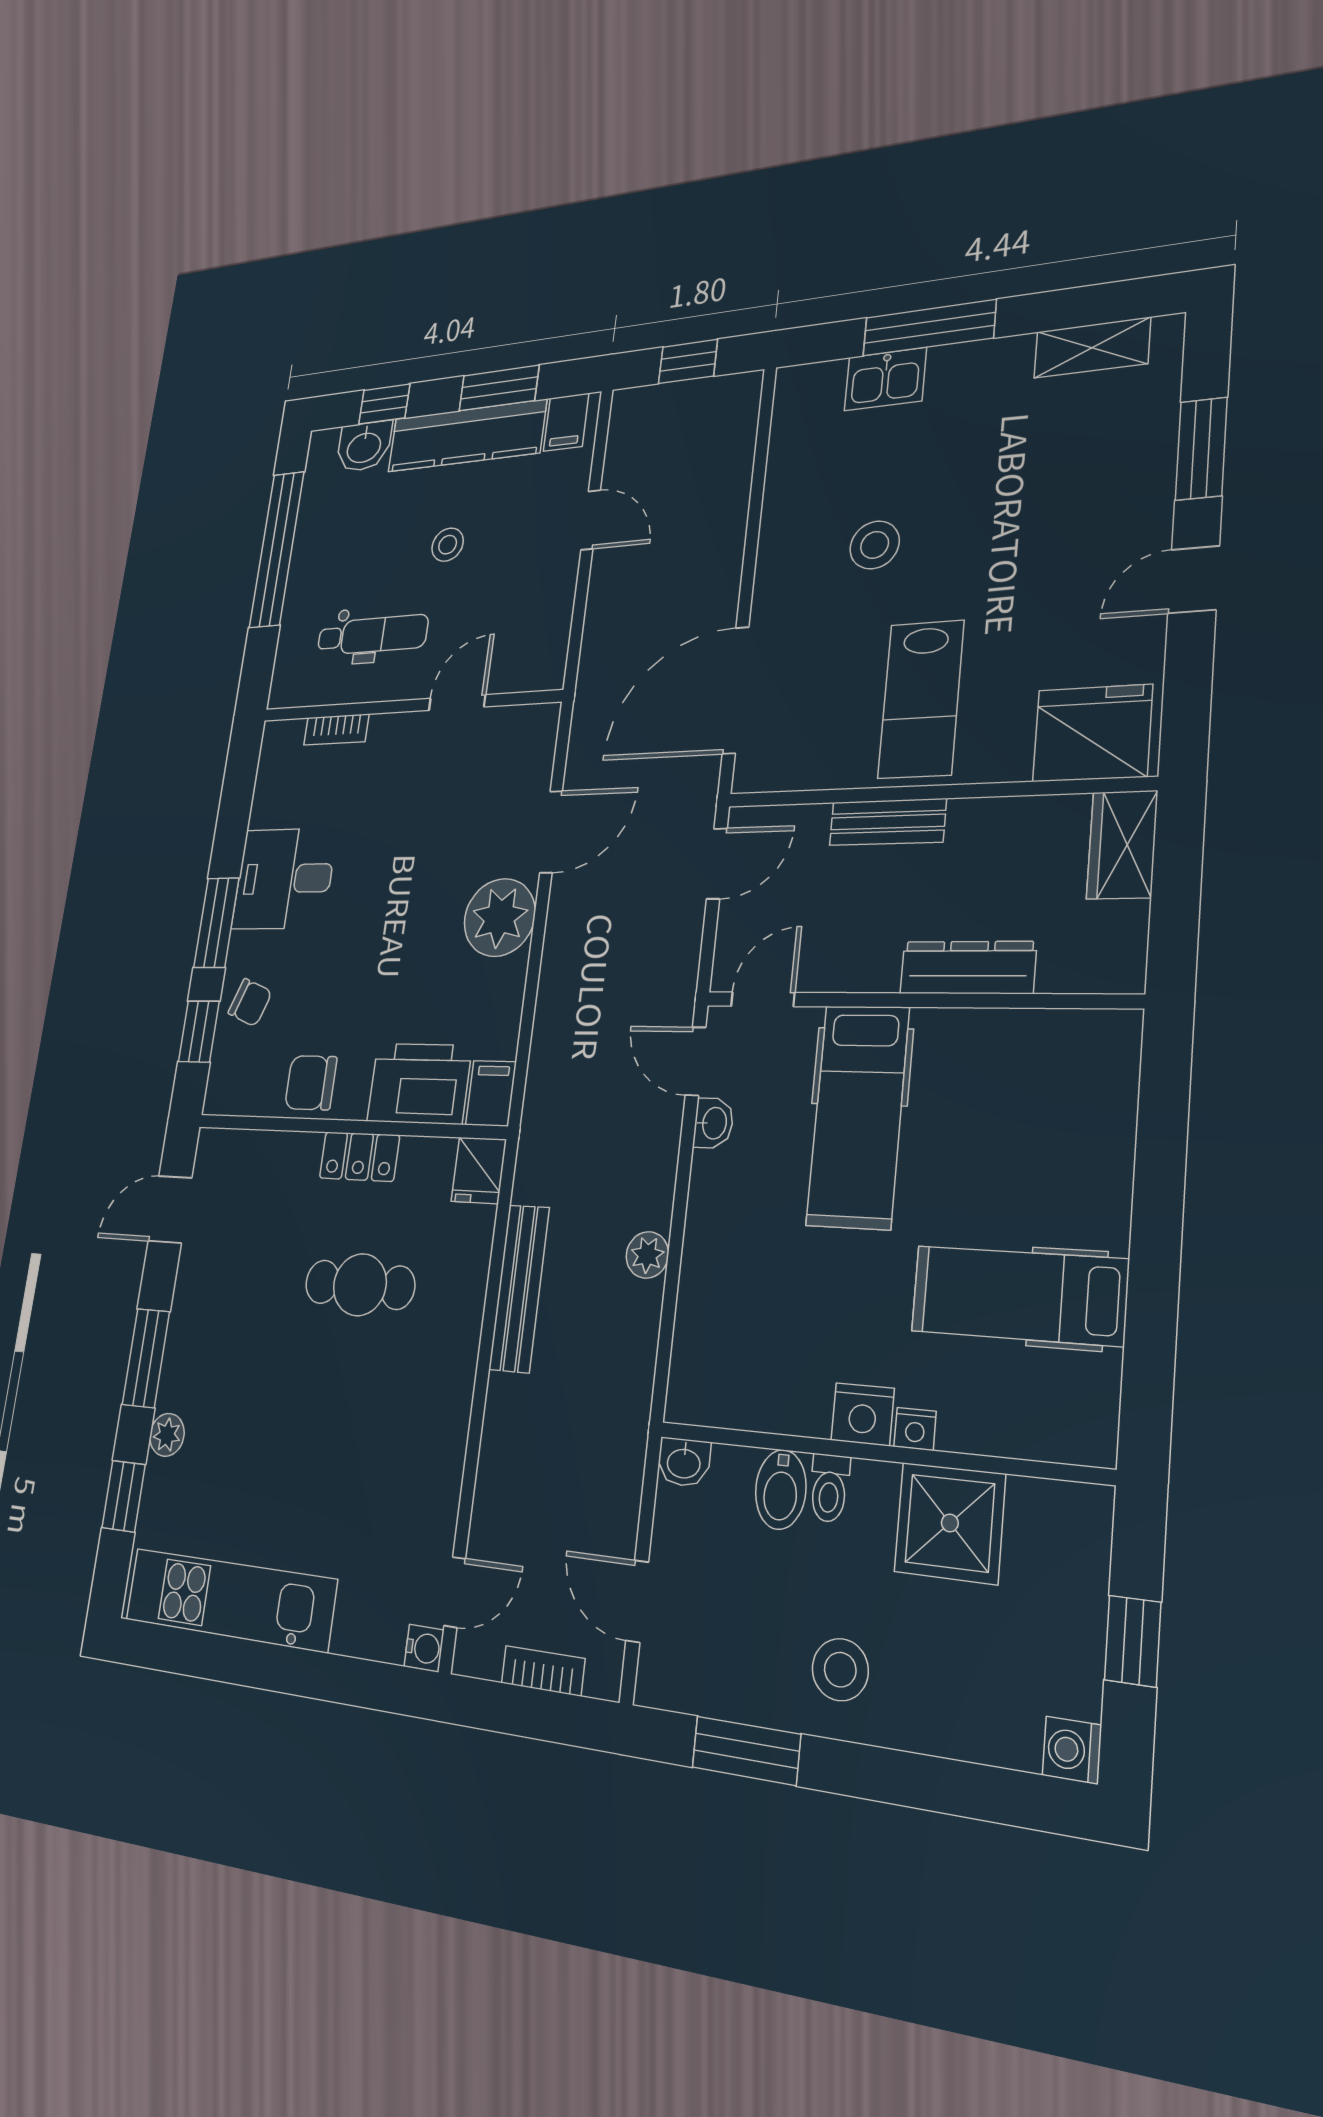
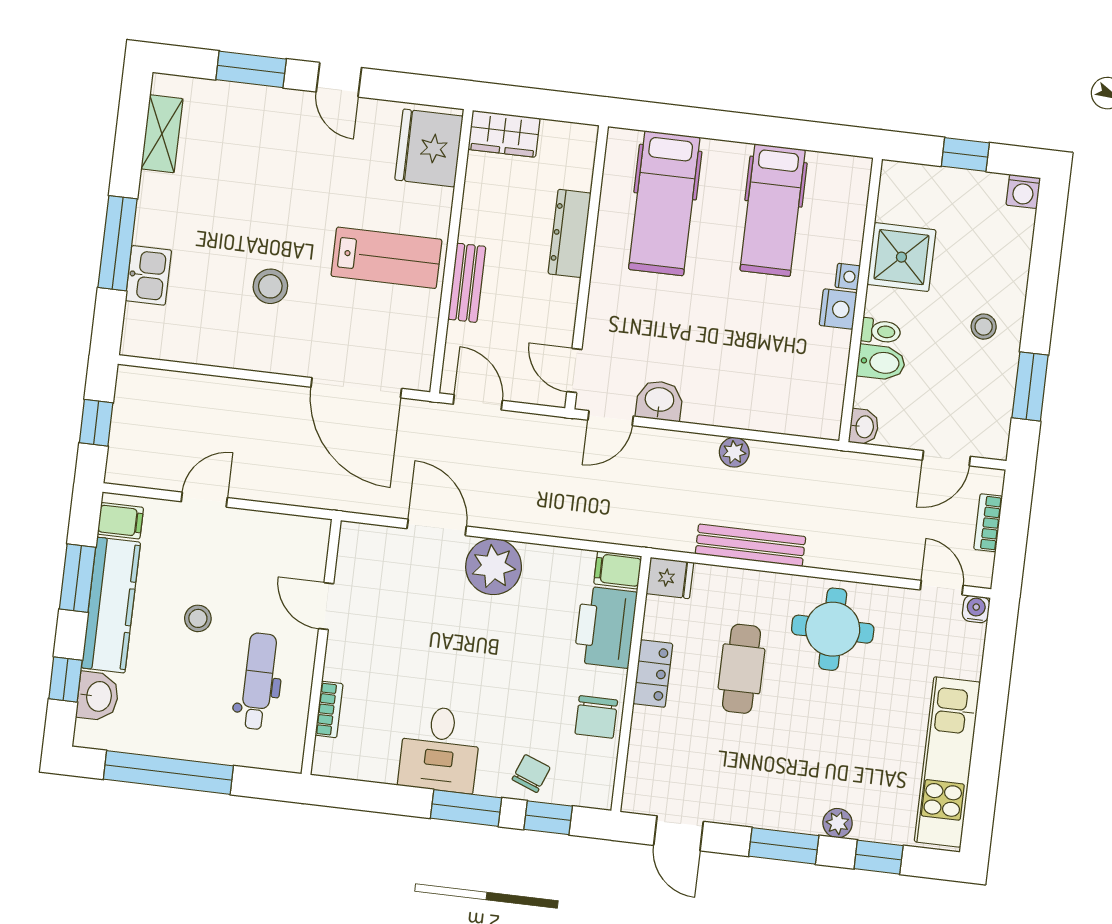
hospital bed: (858, 1116) -> (664, 203), moved, turned 90
washbasin: (713, 1123) -> (659, 401), width x1.38, depth x1.45
round table: (405, 1420) -> (833, 629), added
stool: (840, 1670) -> (984, 327), width x0.73, depth x0.73

